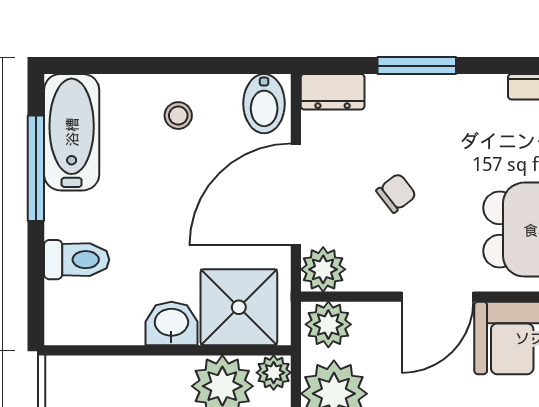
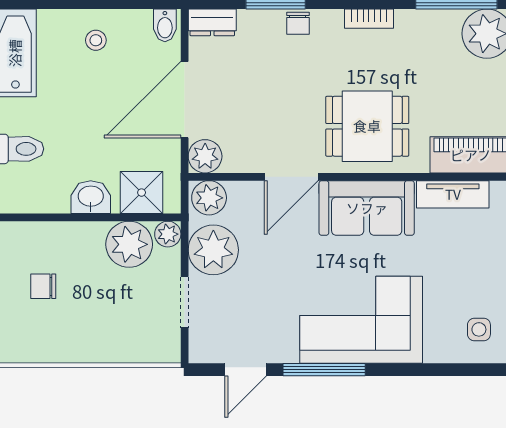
bidet: (264, 104) -> (165, 25), width x0.72, depth x0.74
chair: (396, 193) -> (298, 23), moved, turned 128
shower: (239, 307) -> (142, 193), width x0.73, depth x0.73

